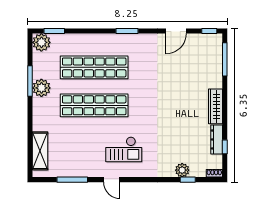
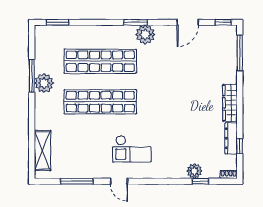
plant: (41, 42) -> (145, 35), moved

